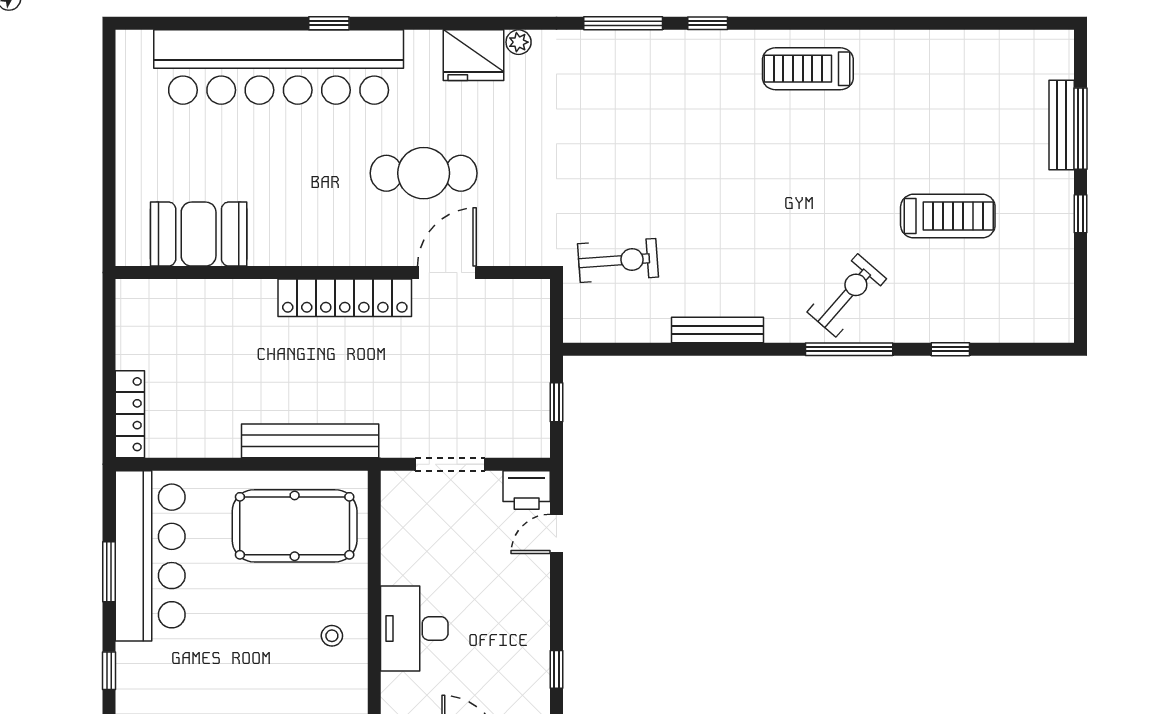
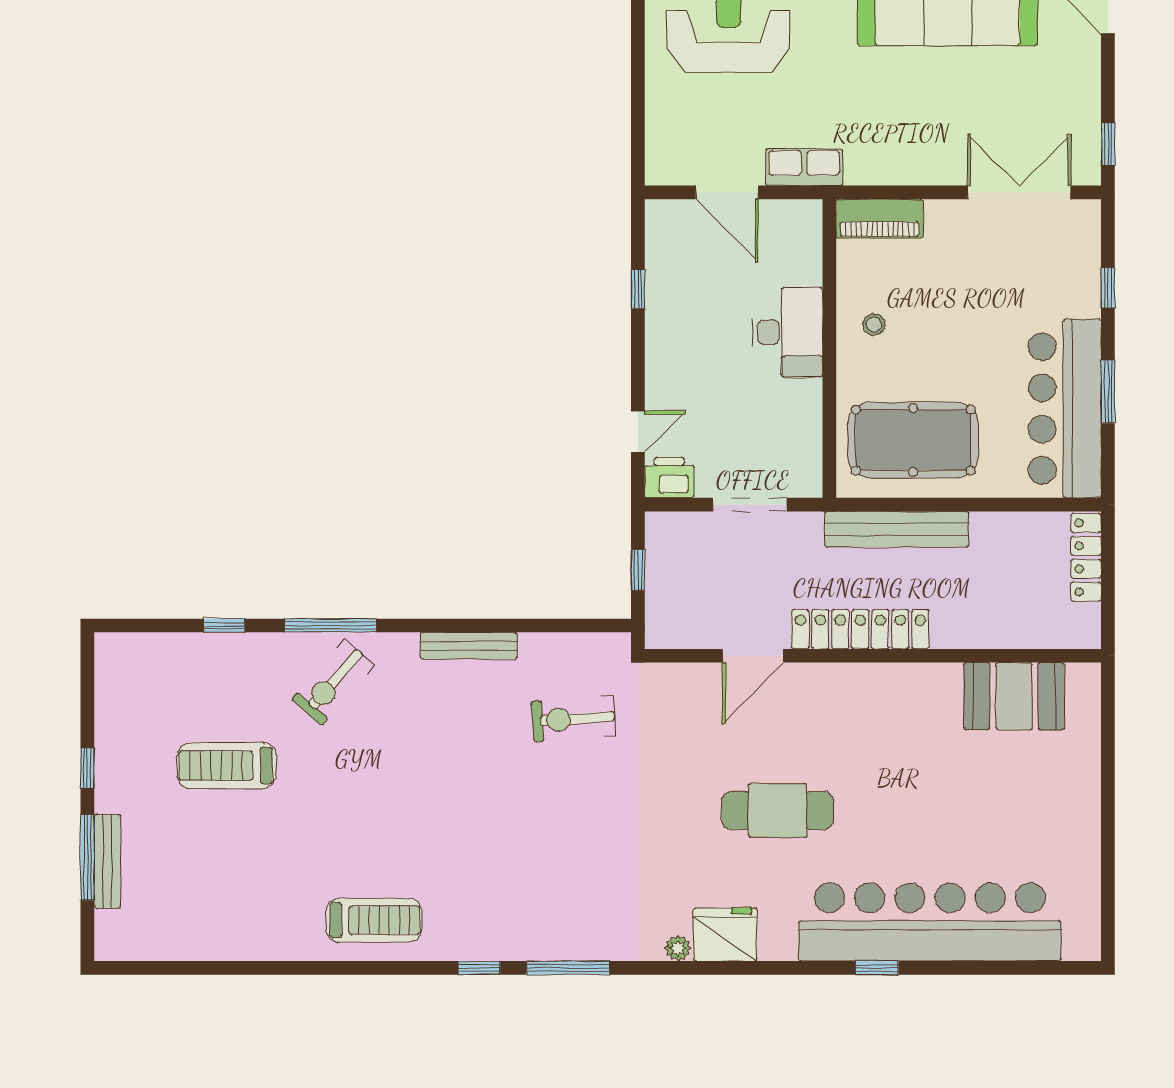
booth: (199, 234) -> (1014, 696), moved
wall: (333, 273) -> (873, 656), moved
door: (447, 273) -> (753, 656), moved
locker: (345, 298) -> (860, 629), moved

